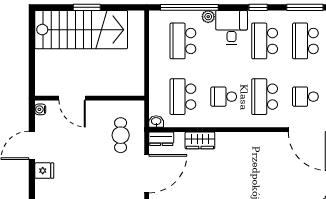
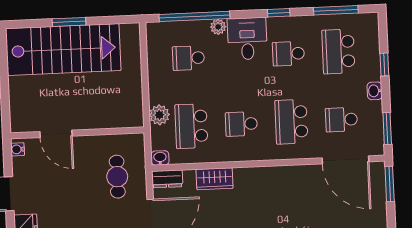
school desk: (183, 41) -> (188, 58), width x0.54
school desk: (265, 41) -> (288, 54), width x0.54
plant: (157, 86) -> (159, 115), added

